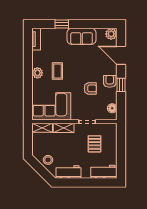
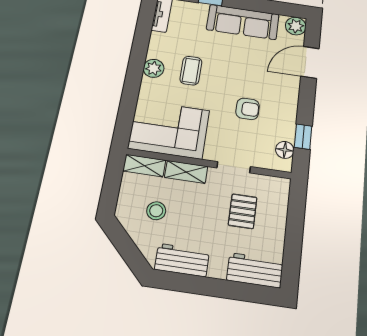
sofa: (82, 36) -> (243, 22), width x1.36
door: (121, 55) -> (310, 62), hinge flipped
armchair: (110, 81) -> (285, 102), removed
window: (121, 85) -> (303, 137), moved
stool: (48, 160) -> (156, 211), moved

